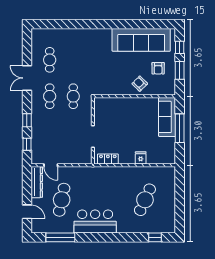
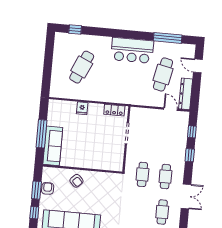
armchair: (158, 68) -> (48, 188), moved

